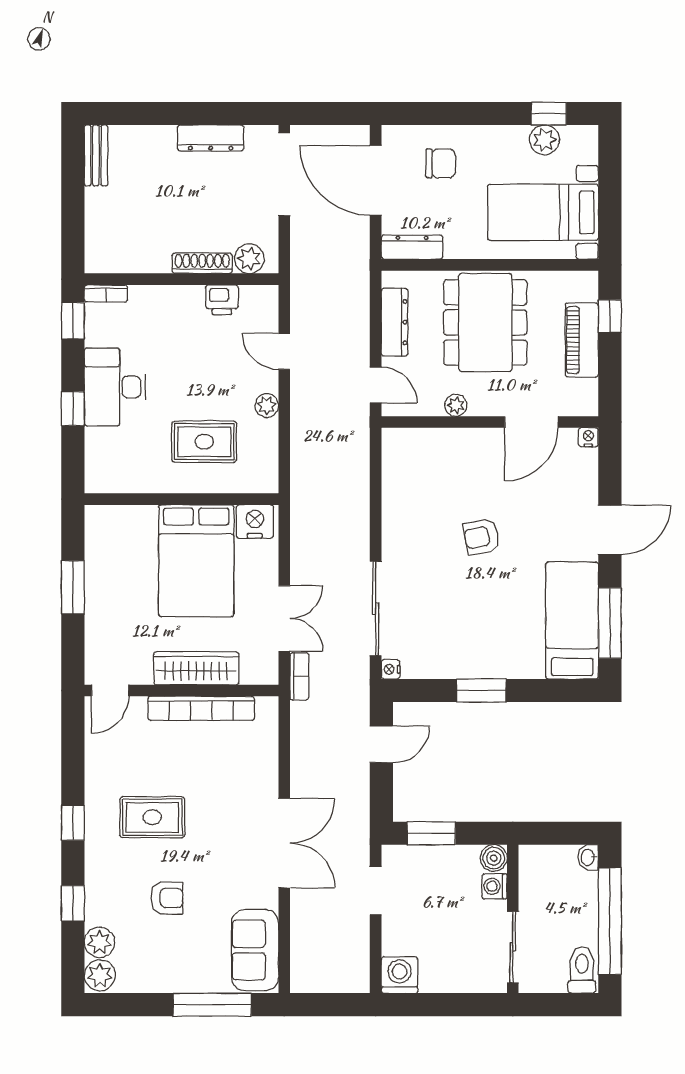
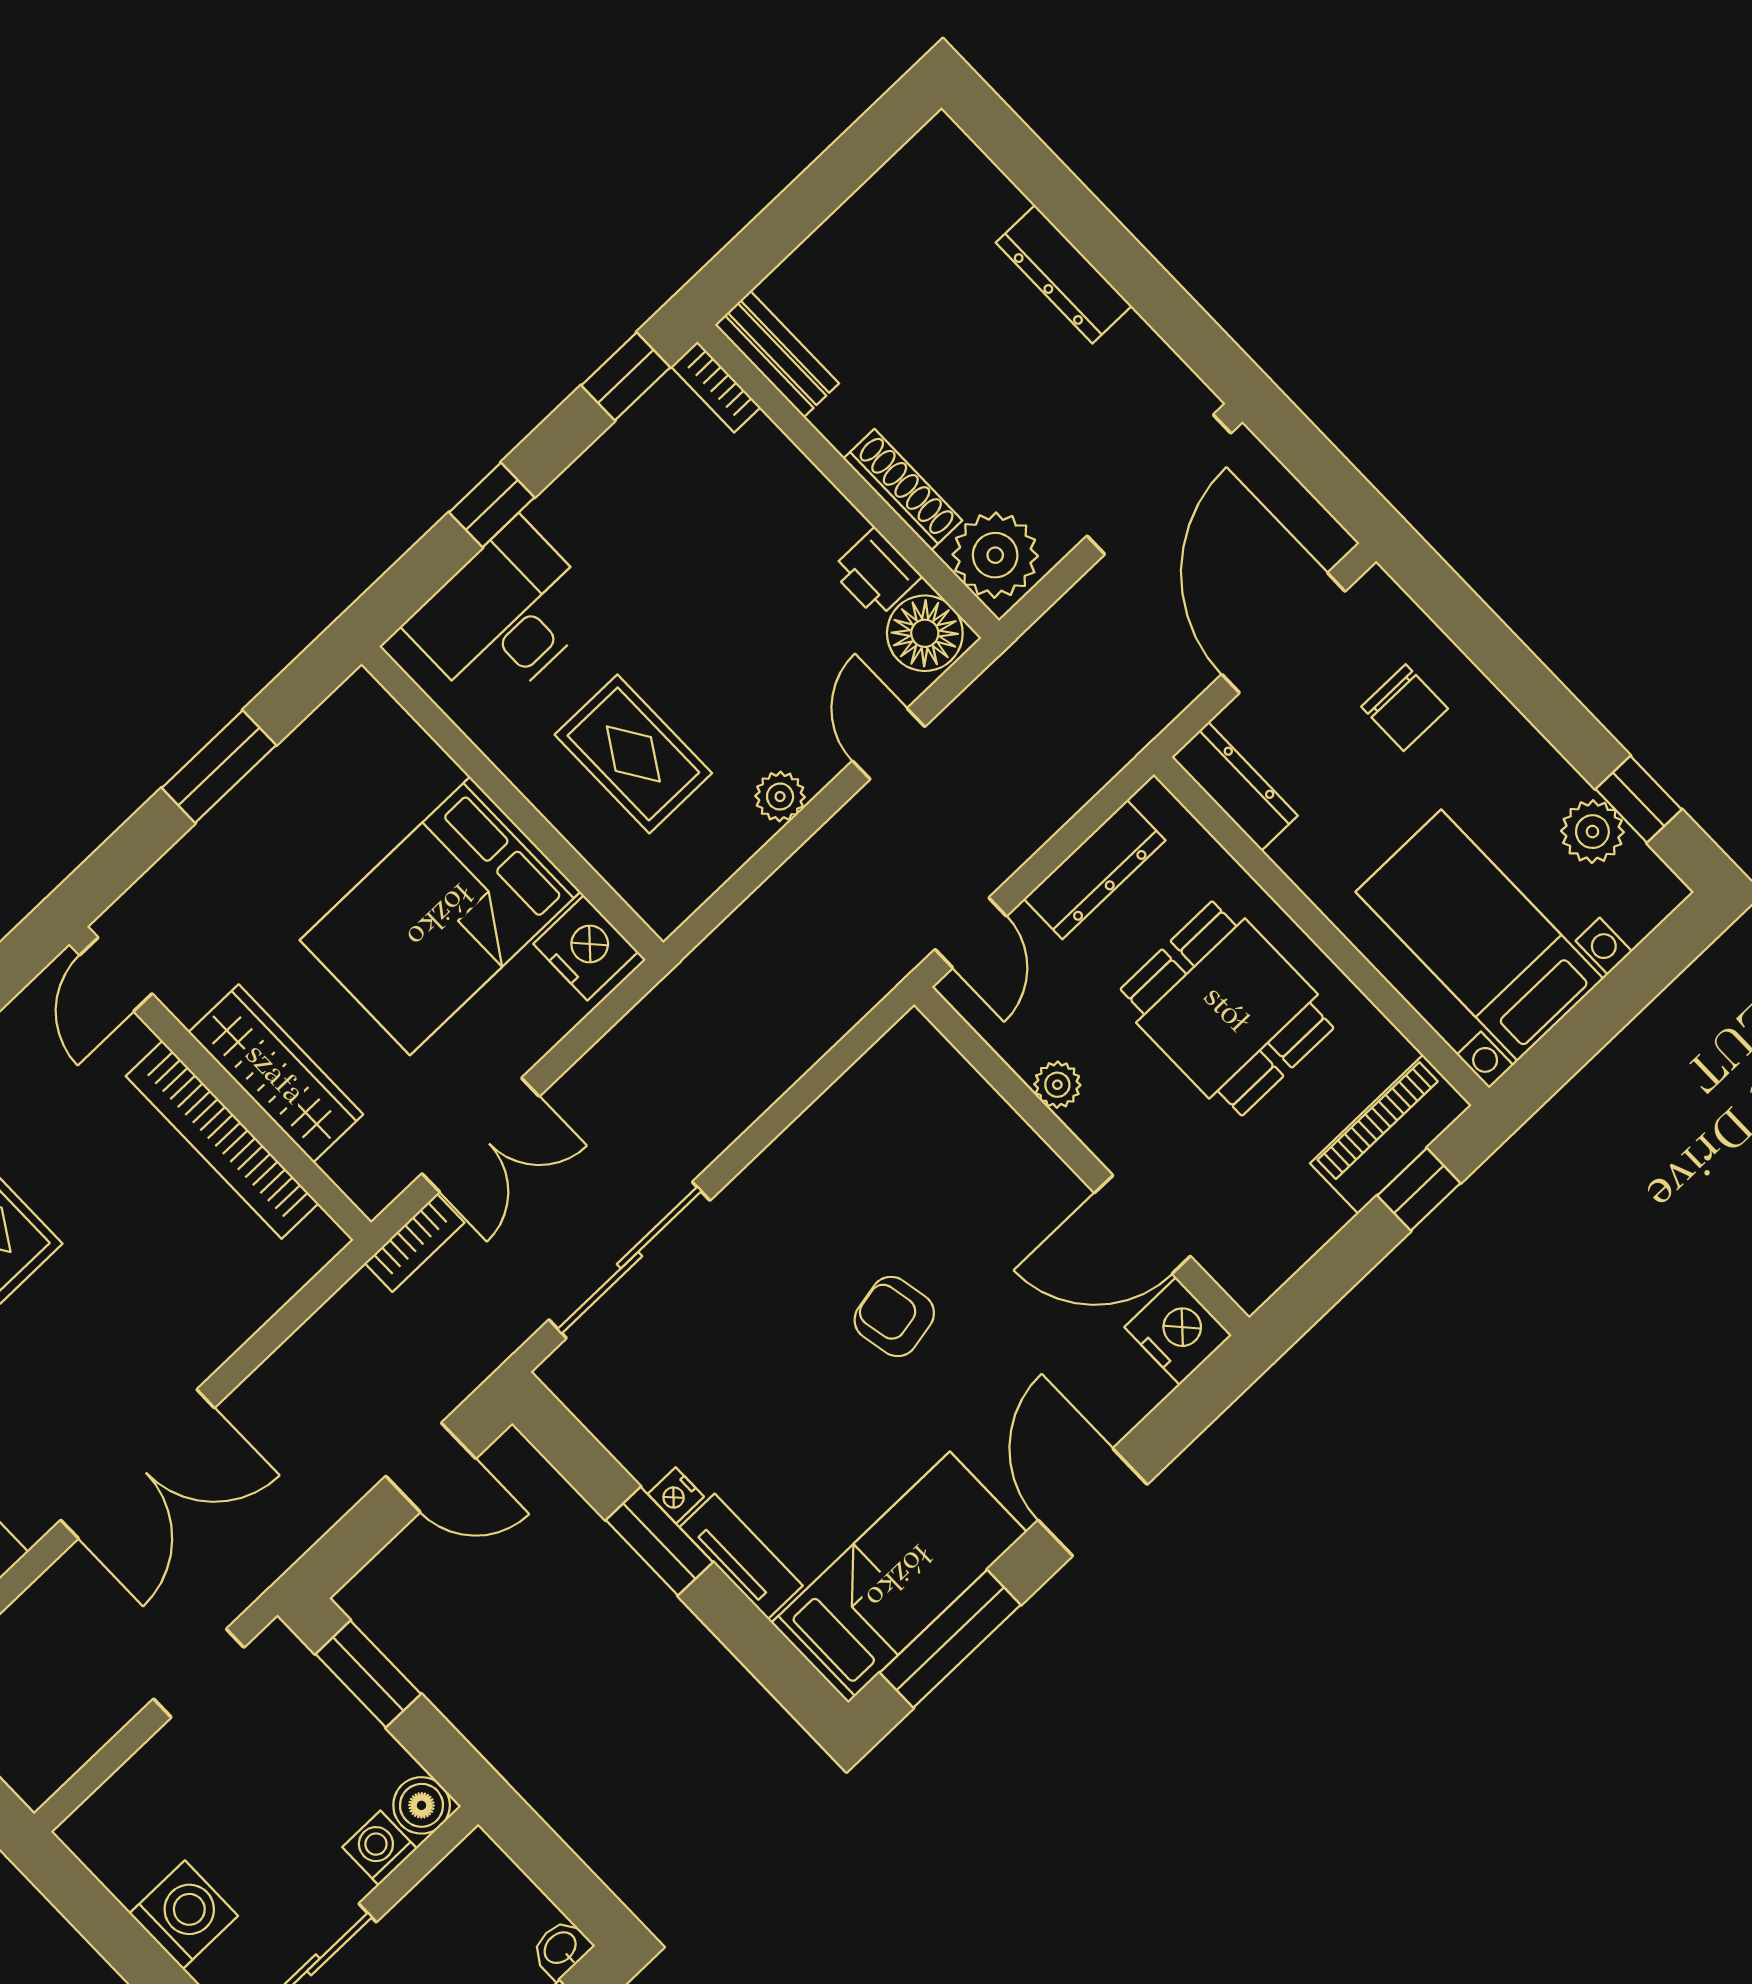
dresser: (211, 138) -> (1064, 274), moved
bench: (96, 155) -> (777, 354), moved, turned 90
plant: (249, 259) -> (995, 555), width x1.36, depth x1.36
floor lamp: (258, 303) -> (925, 633), added
dining table: (485, 322) -> (1227, 1008), width x0.73
piano: (582, 340) -> (1391, 1134), moved
desk: (115, 387) -> (504, 616), moved
nightstand: (588, 437) -> (1178, 1331), width x1.89, depth x1.79
door: (610, 530) -> (1093, 1502), swing flipped
tv unit: (513, 668) -> (741, 1556), added
nightstand: (391, 669) -> (676, 1495), moved, turned -90
door: (110, 690) -> (116, 974), hinge flipped
washing machine: (400, 975) -> (184, 1915), moved

